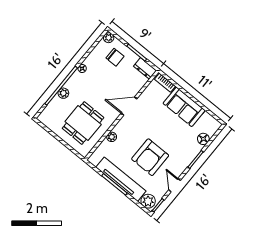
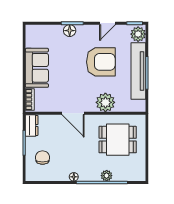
plant: (109, 38) -> (31, 176), removed
plant: (112, 137) -> (105, 102), width x1.88, depth x1.88
floor lamp: (203, 139) -> (70, 31), moved

